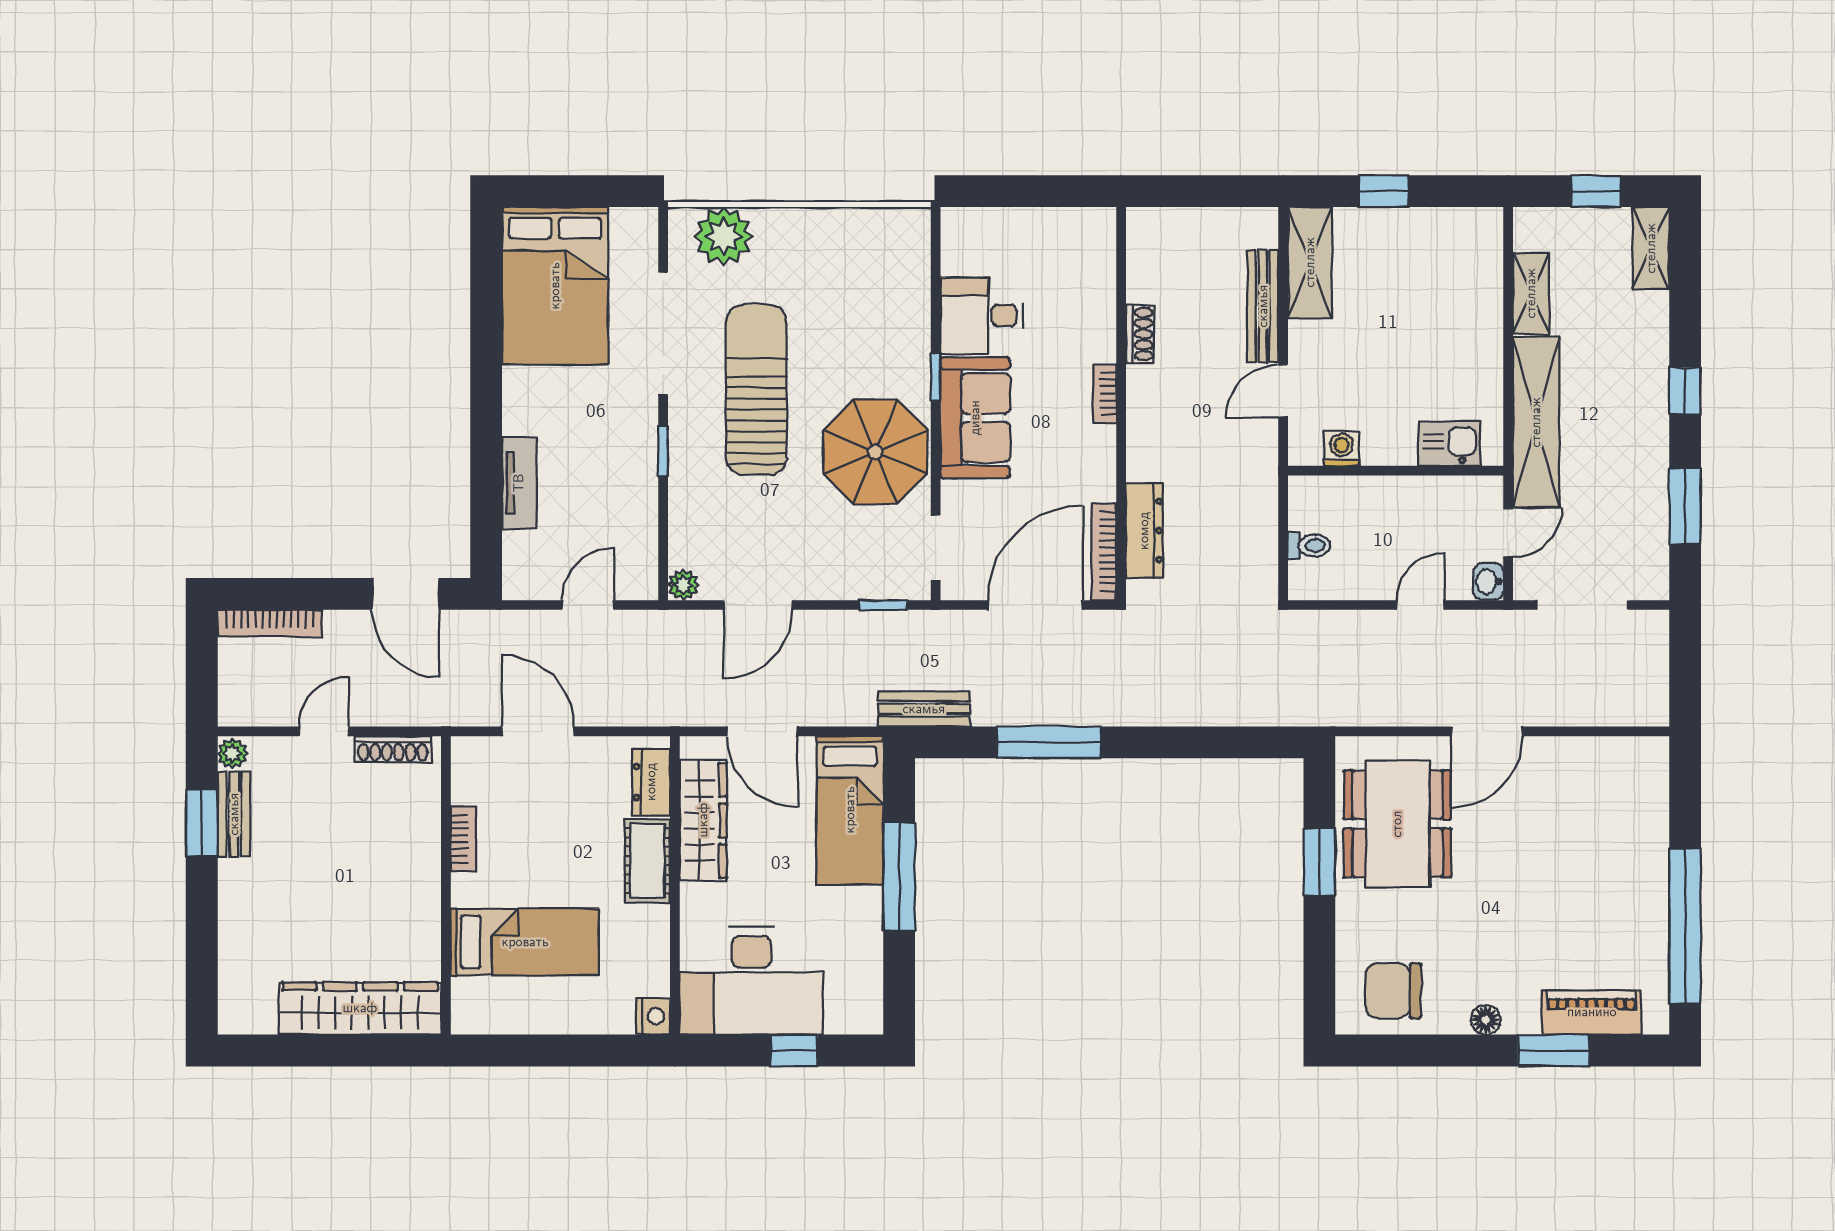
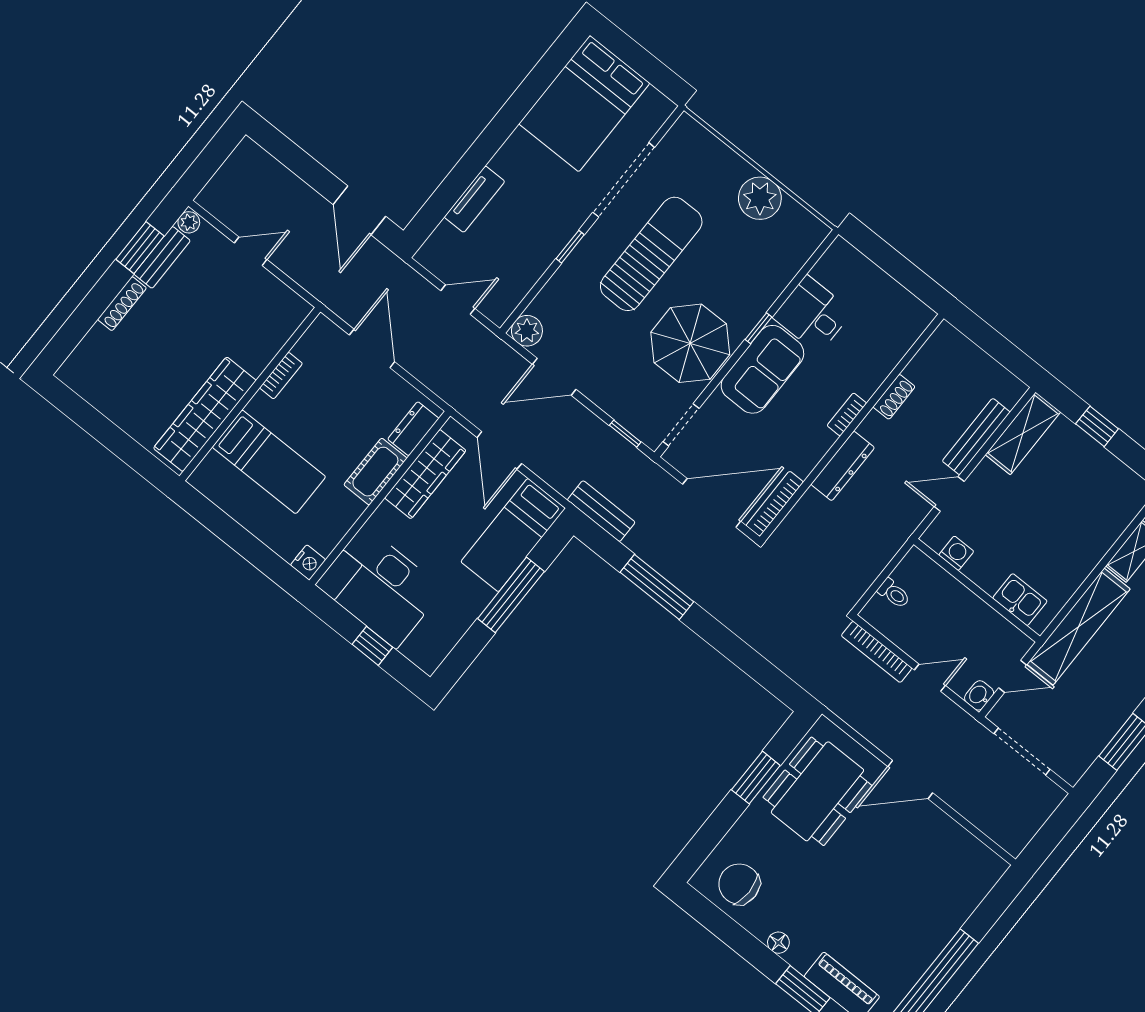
plant: (723, 236) -> (760, 198), moved
dresser: (1144, 531) -> (843, 466), moved
plant: (683, 585) -> (527, 331), width x1.38, depth x1.38
bookcase: (270, 623) -> (877, 652), moved
shoe rack: (393, 749) -> (122, 304), moved, turned -90
wardrobe: (360, 1008) -> (205, 414), moved, turned -90

